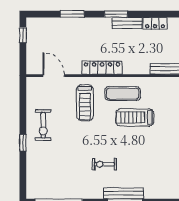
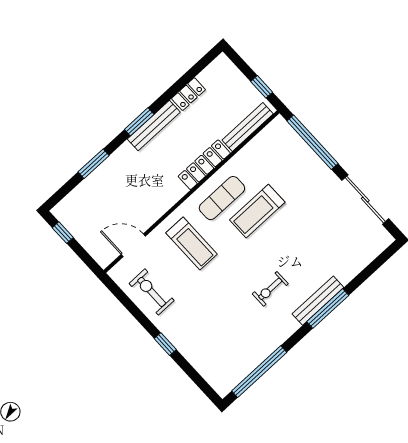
bench: (127, 23) -> (154, 126), width x1.36
locker: (102, 68) -> (204, 165), moved
exercise bike: (43, 125) -> (152, 292), moved, turned 180

